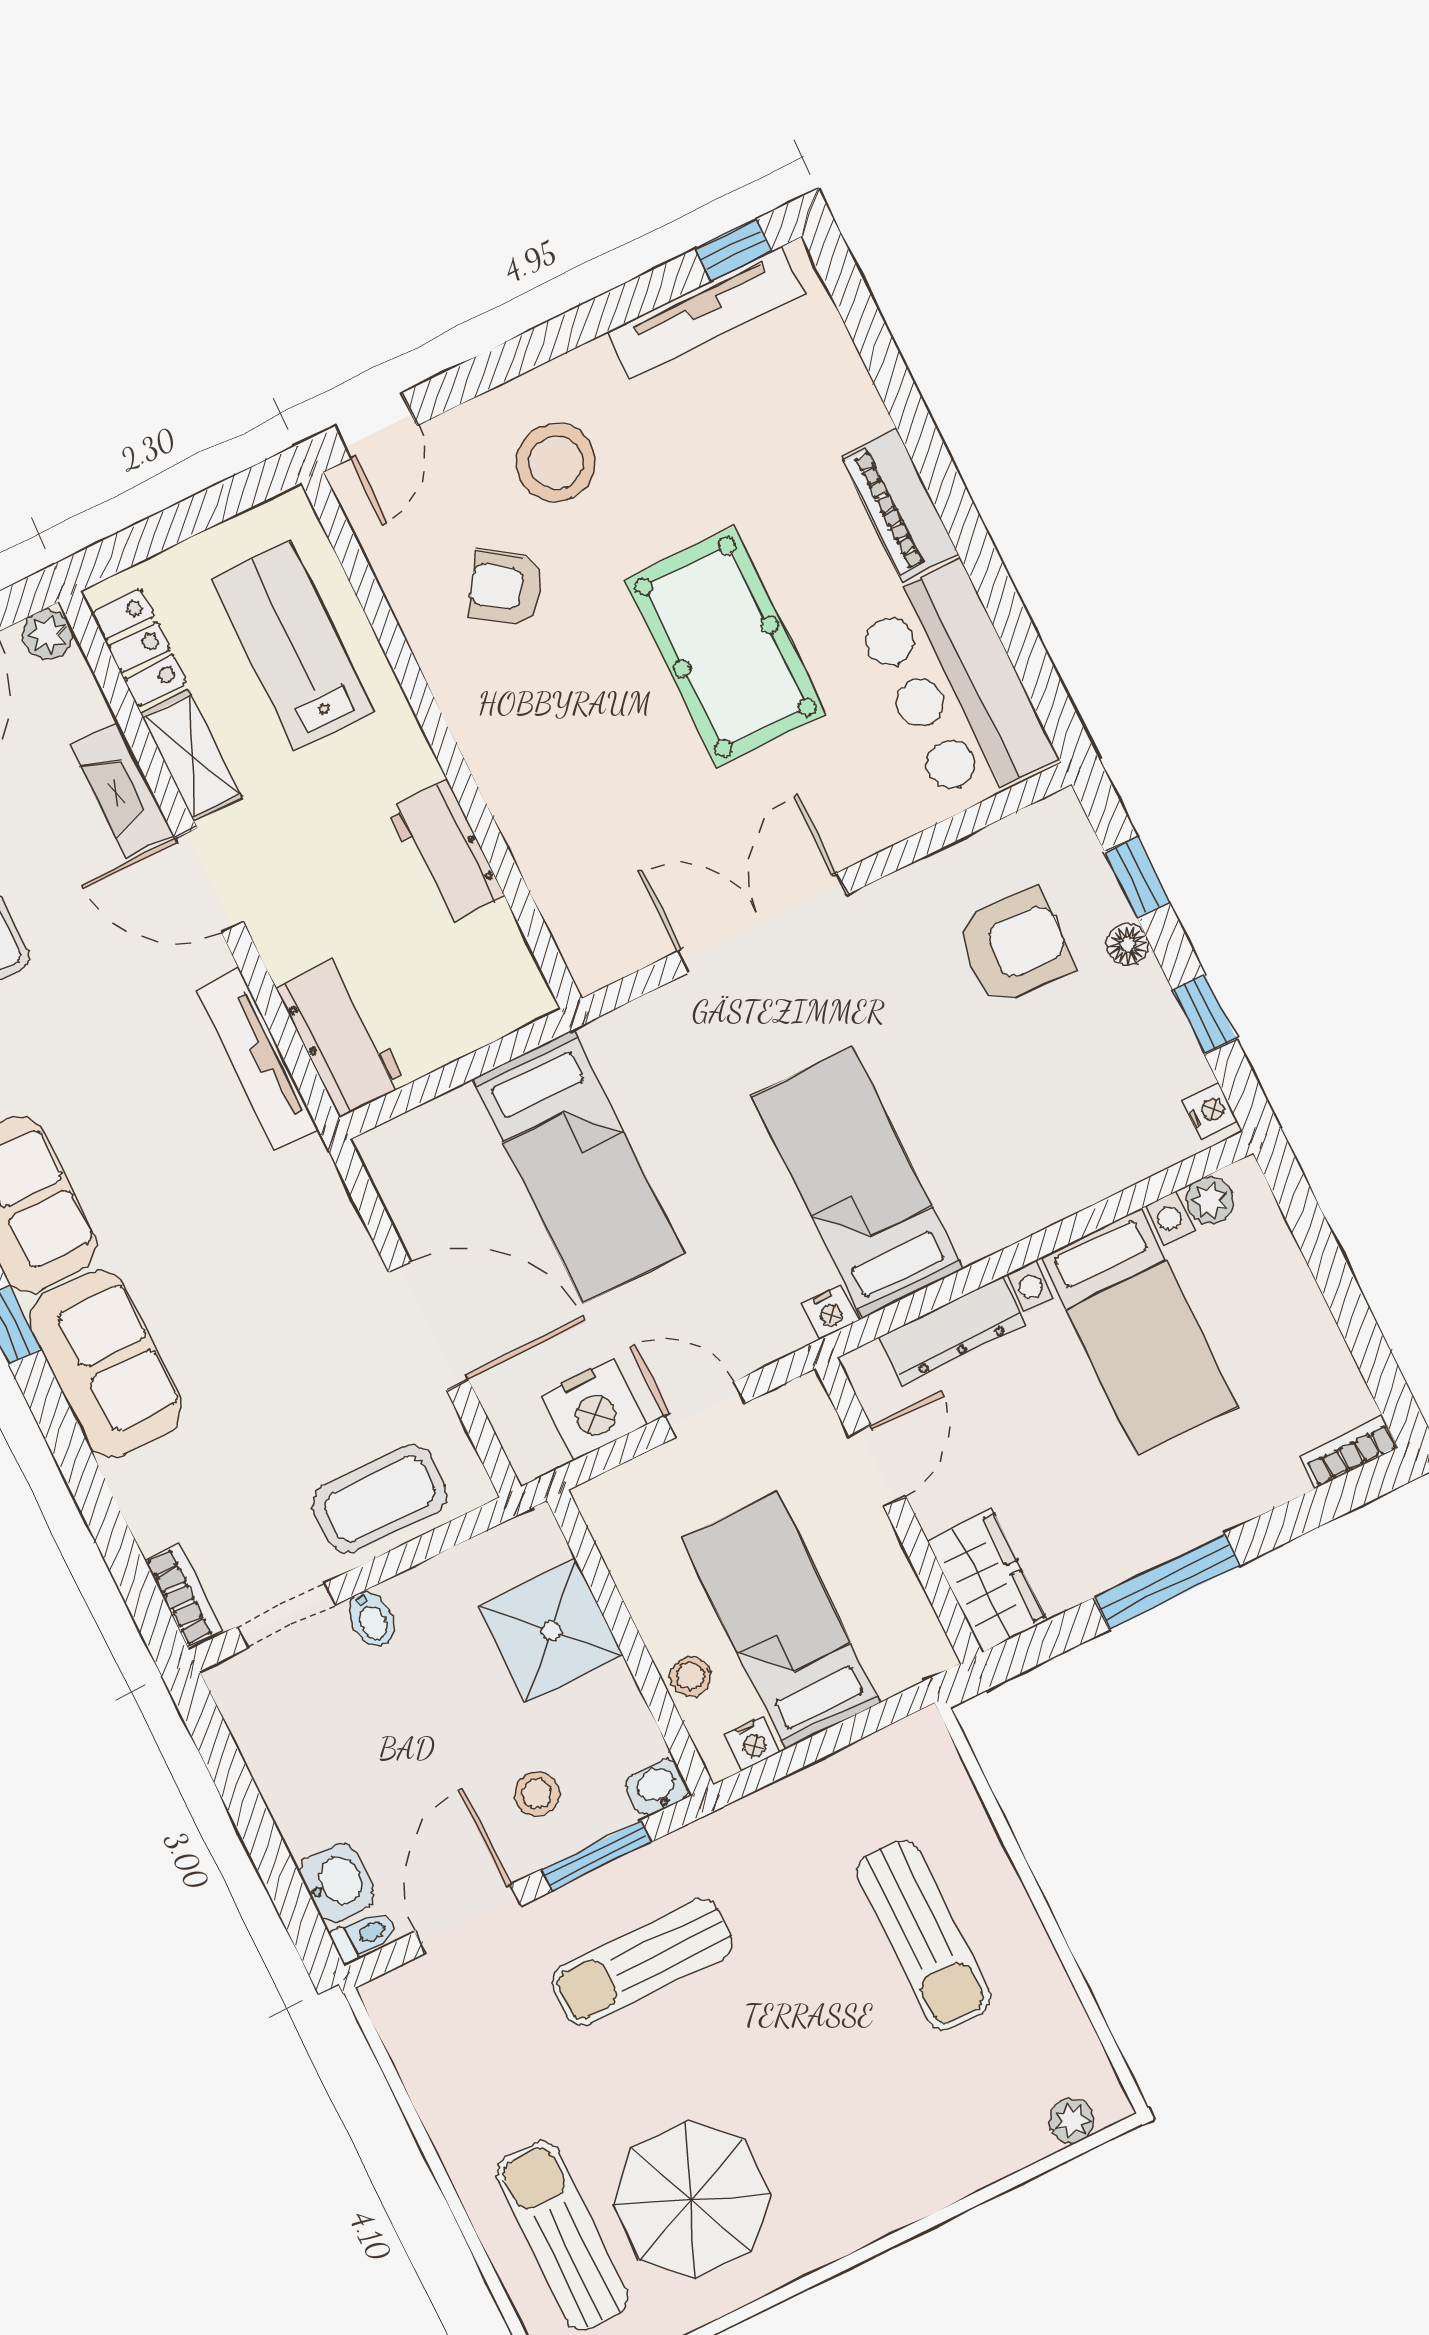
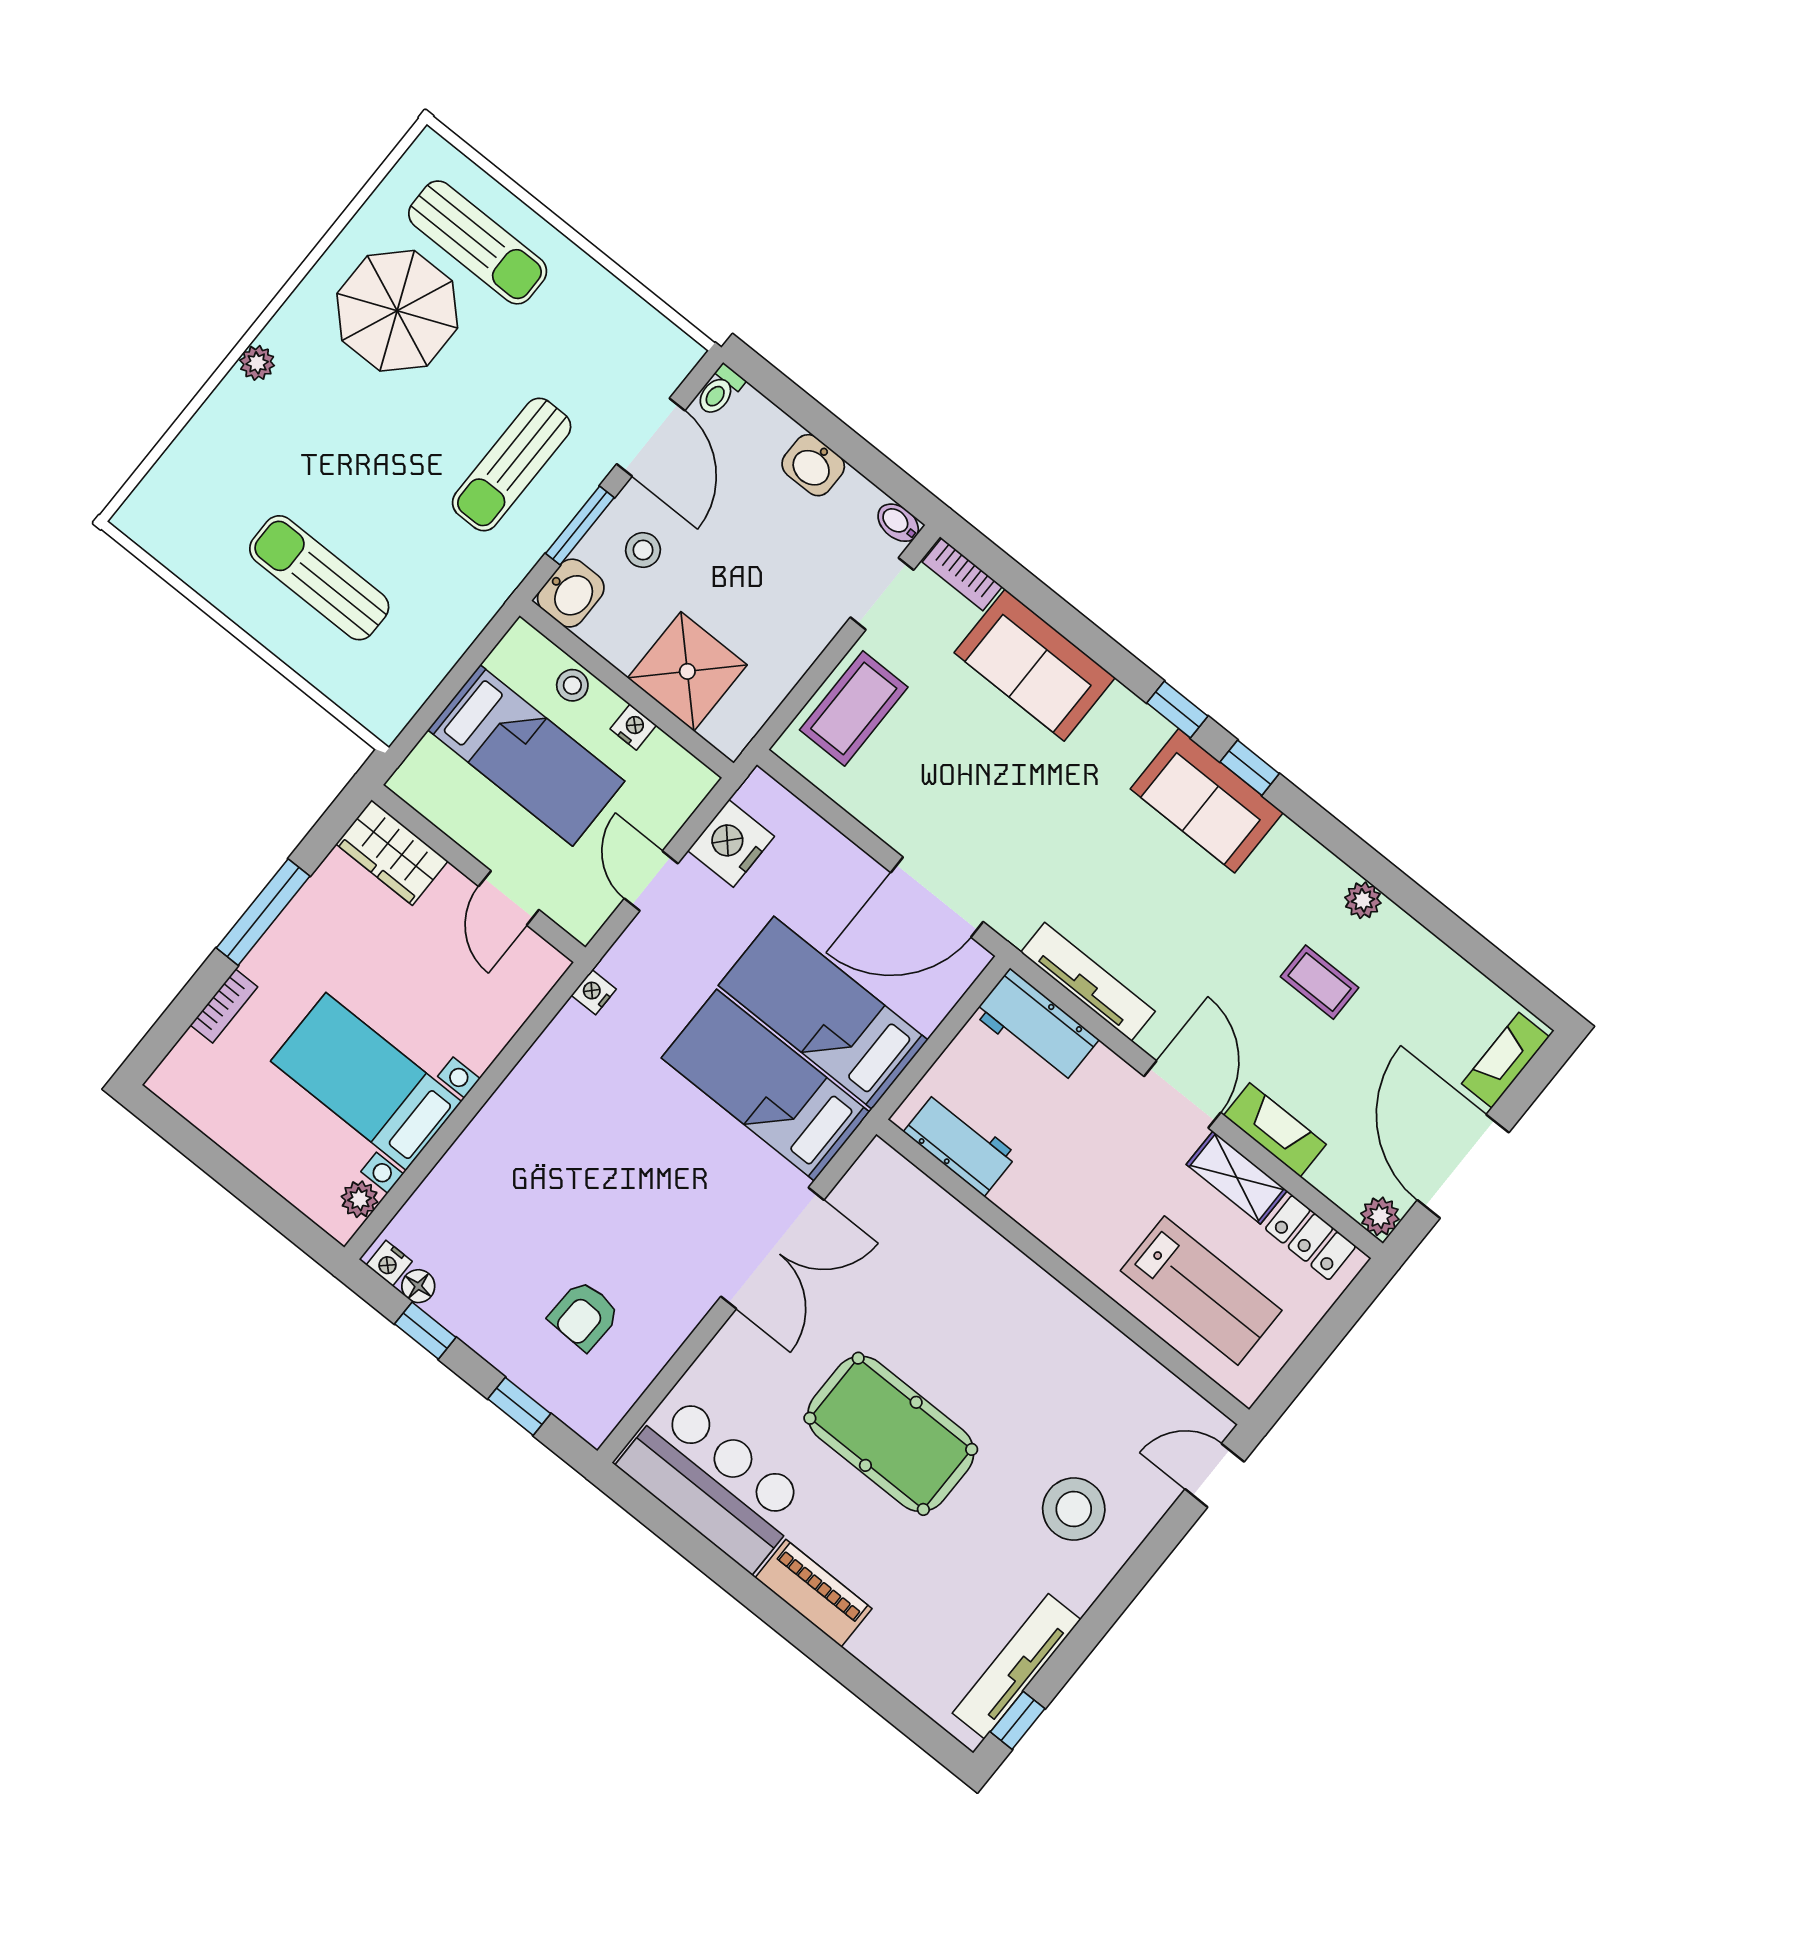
door: (376, 426) -> (1215, 1475), hinge flipped
armchair: (506, 588) -> (1067, 1403), removed
workbench: (446, 852) -> (960, 1143), moved
door: (209, 880) -> (1182, 1094), hinge flipped
floor lamp: (1128, 944) -> (418, 1286), moved
armchair: (1014, 947) -> (584, 1315), width x0.72, depth x0.72
bed: (857, 1183) -> (765, 1085), moved, turned 180
door: (429, 1326) -> (937, 897), moved
dresser: (952, 1331) -> (500, 1020), removed
sofa: (106, 1364) -> (1035, 665), moved
door: (705, 1410) -> (651, 881), swing flipped
bookcase: (1349, 1452) -> (224, 1006), moved
bidet: (371, 1619) -> (898, 523), moved
nightstand: (753, 1743) -> (633, 727), moved, turned 90
washbasin: (657, 1787) -> (571, 593), width x1.38, depth x1.45
washbasin: (337, 1883) -> (813, 465), moved
sun lounger: (642, 1962) -> (512, 464), turned 180
plant: (1072, 2121) -> (257, 363), moved

